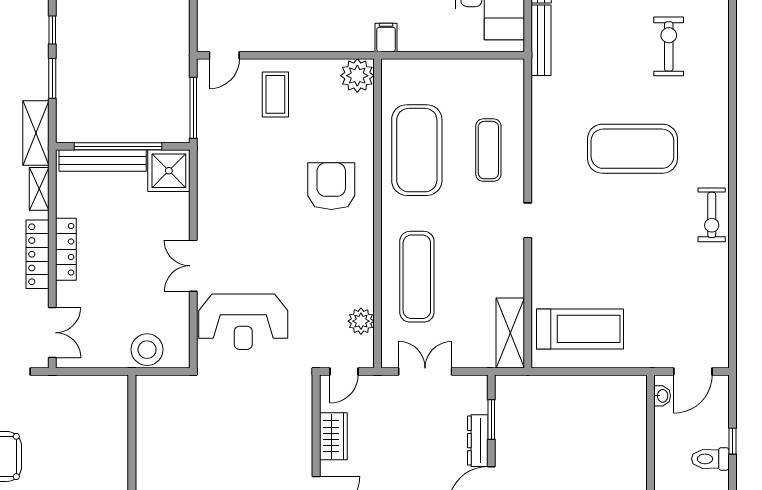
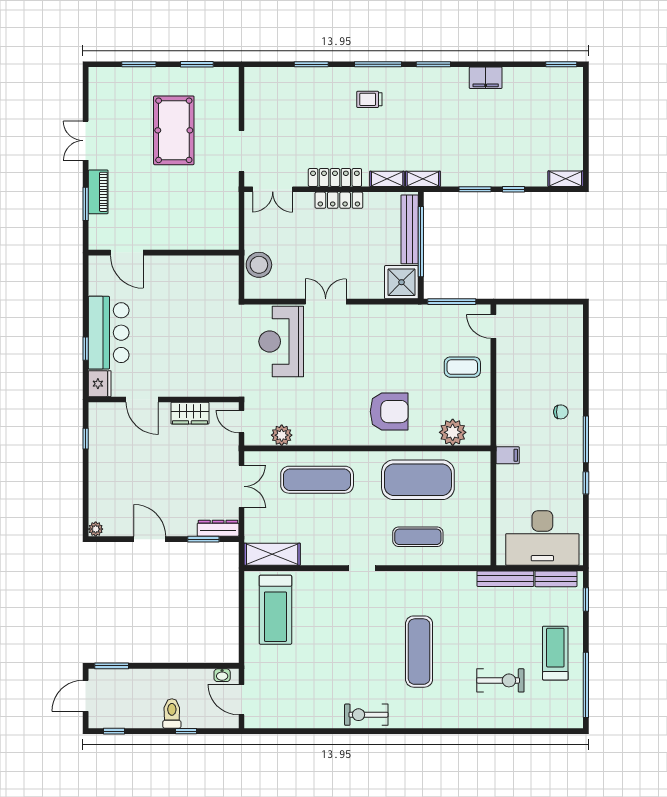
plant: (357, 76) -> (453, 432), moved
shelving: (36, 133) -> (423, 179), width x0.67, depth x0.75
exercise mat: (632, 149) -> (419, 652), width x0.68
dresser: (478, 441) -> (218, 528), moved

